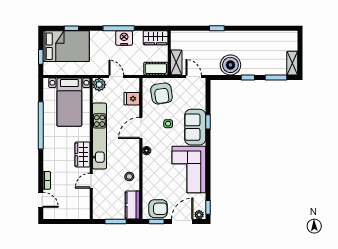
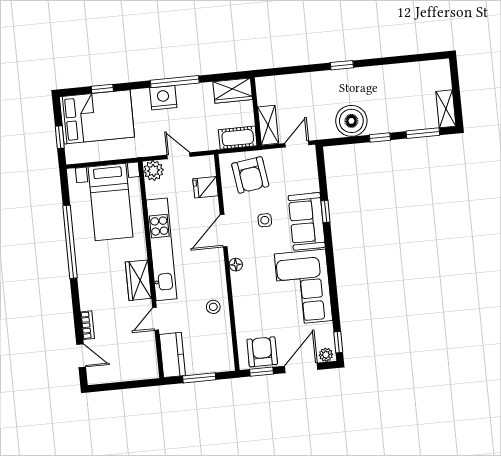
window: (217, 28) -> (342, 65), moved
nightstand: (124, 38) -> (163, 98), moved
door: (194, 77) -> (297, 144), hinge flipped
kitchen counter: (132, 205) -> (172, 355), moved, turned 180
armchair: (158, 209) -> (262, 352), turned -90

